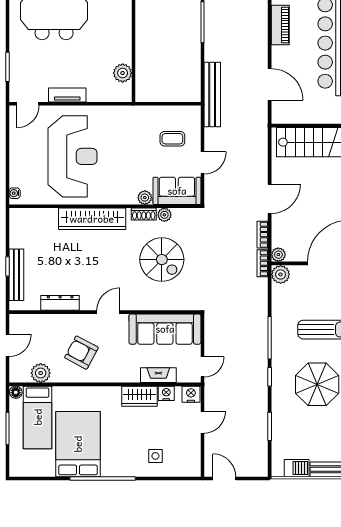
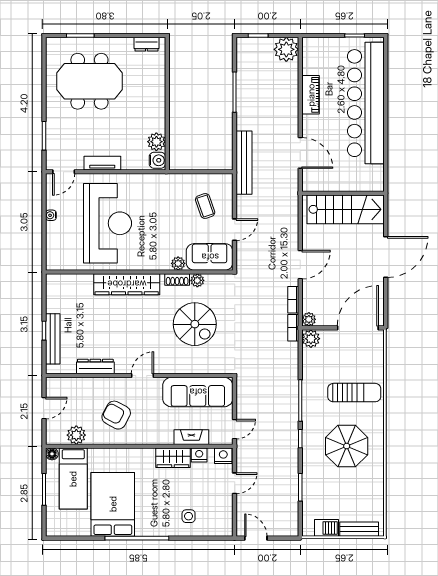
water cooler: (124, 92) -> (157, 160), added
coffee table: (172, 139) -> (205, 206), turned 71
water cooler: (15, 193) -> (51, 215), moved

